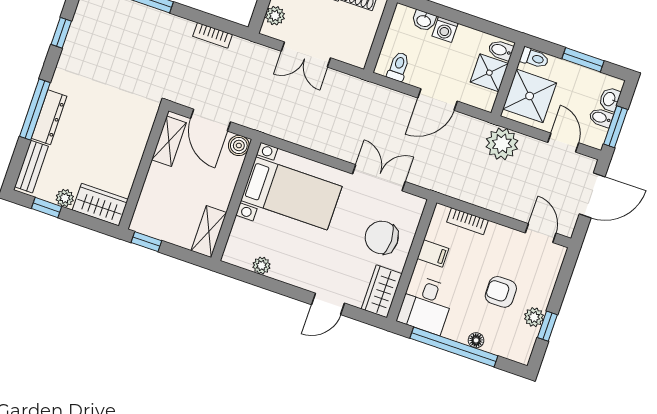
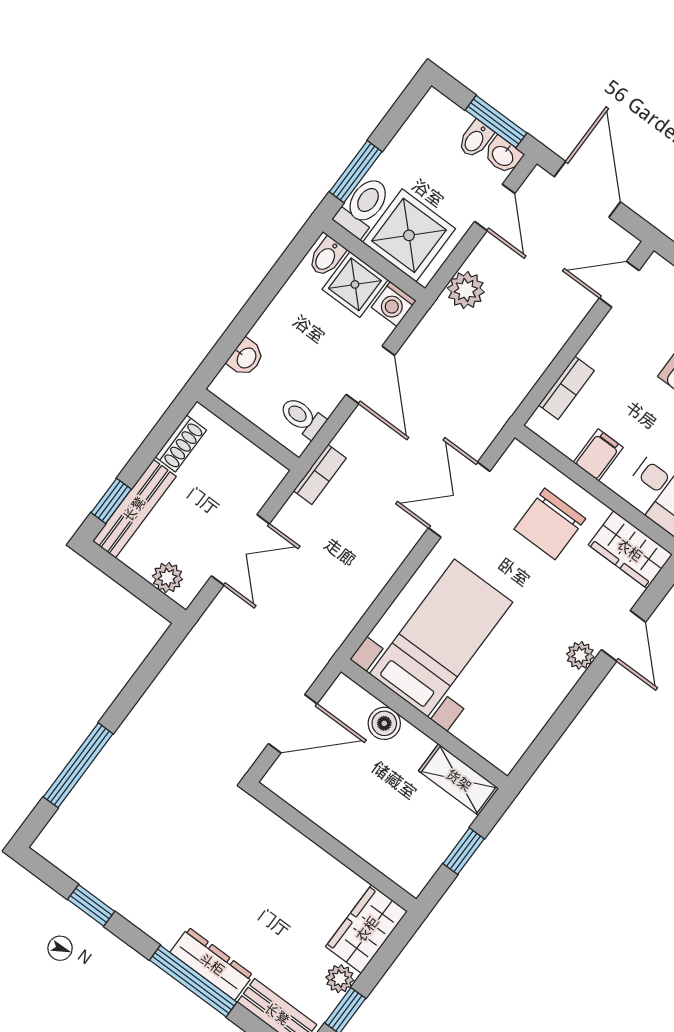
washing machine: (445, 30) -> (394, 304), moved, turned 90
bookcase: (213, 35) -> (320, 474), moved
toilet: (534, 58) -> (363, 207), width x1.37, depth x1.39
window: (583, 60) -> (356, 172), moved
washbasin: (610, 99) -> (503, 155), moved
shelving: (169, 141) -> (304, 796), removed
door: (563, 143) -> (495, 207), swing flipped
plant: (502, 144) -> (466, 290), width x0.73, depth x0.73
boiler: (239, 145) -> (384, 723), moved
window: (146, 242) -> (464, 851), moved
plant: (261, 266) -> (580, 655), moved

